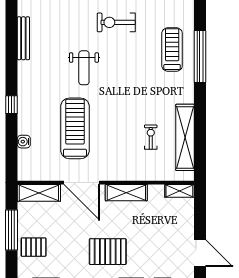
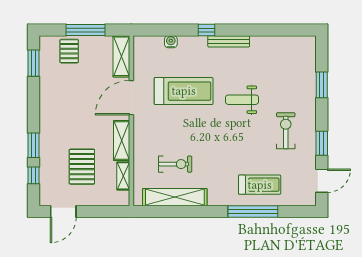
bench: (23, 38) -> (229, 41), moved
exercise bike: (151, 137) -> (175, 164), width x1.38, depth x1.39
shelving: (179, 191) -> (123, 176), moved
pallet: (108, 252) -> (82, 167), moved

